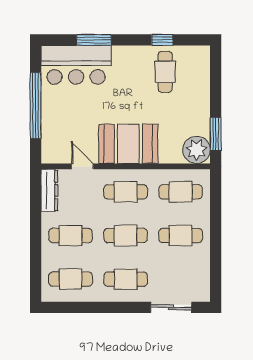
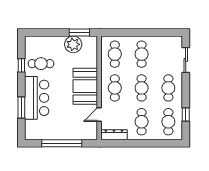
bar counter: (76, 65) -> (37, 98), moved
plant: (196, 150) -> (73, 44), moved
window: (82, 307) -> (186, 115), added

